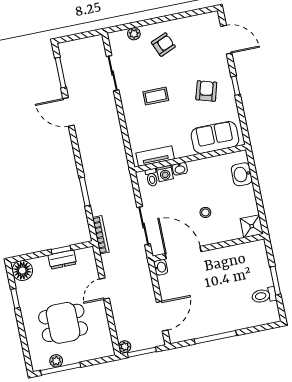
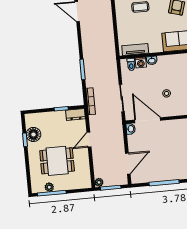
dresser: (62, 260) -> (76, 114), moved
floor lamp: (22, 270) -> (33, 134), moved

